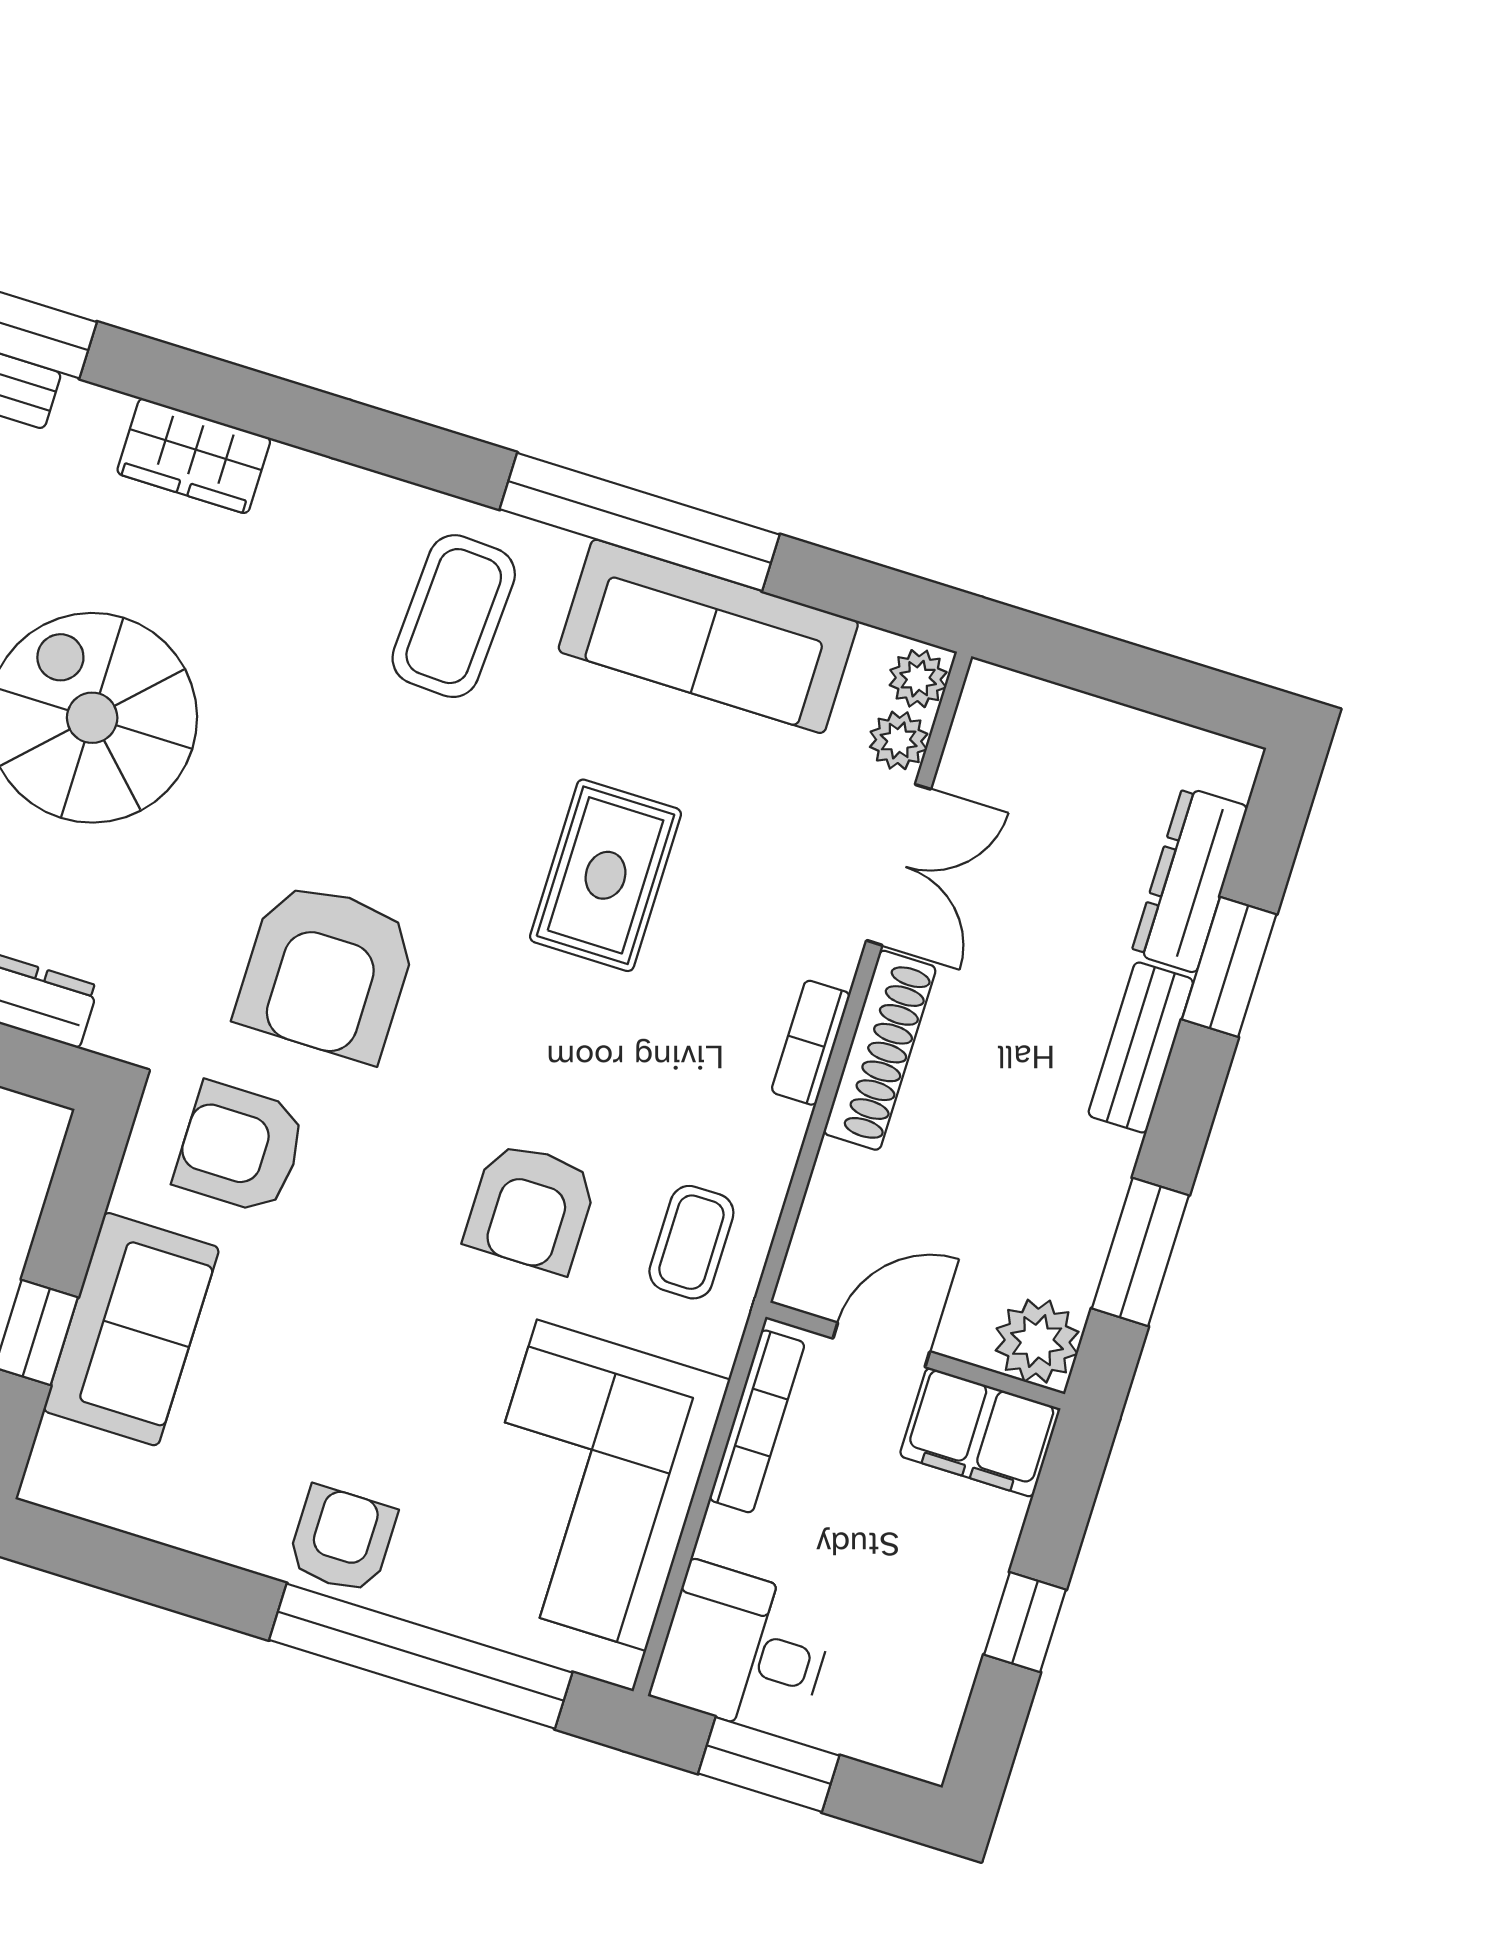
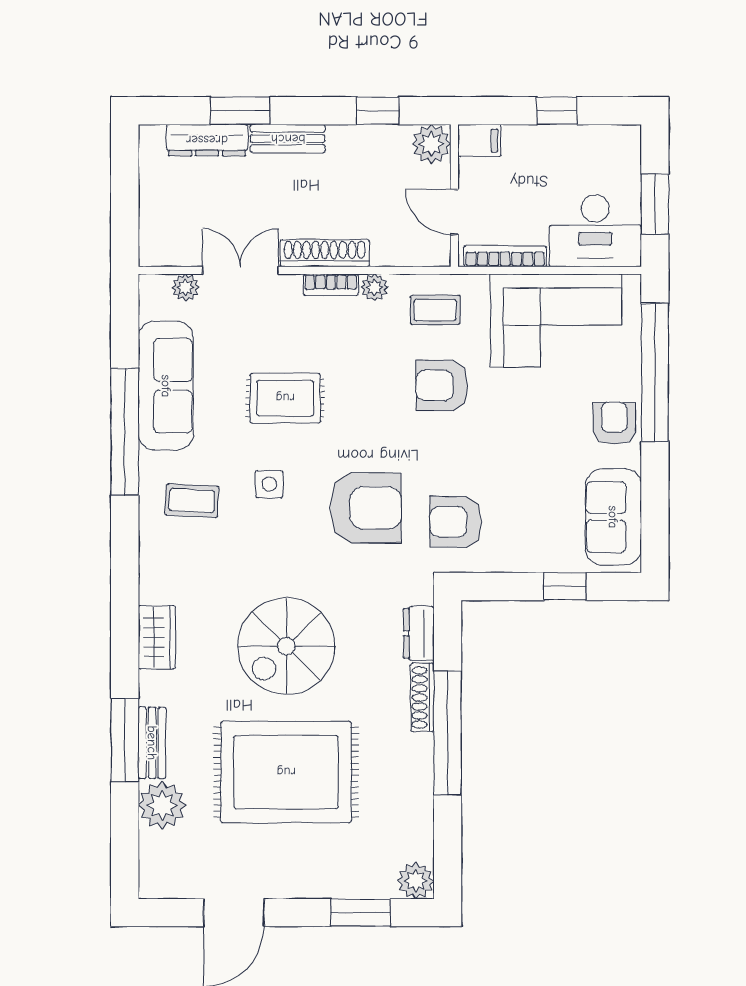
coffee table: (454, 616) -> (192, 501), width x0.73, depth x0.77
plant: (918, 679) -> (374, 287), moved
side table: (438, 787) -> (269, 484), added
armchair: (240, 1148) -> (456, 522), turned 90
armchair: (531, 1207) -> (442, 385), turned 180
window: (1140, 1252) -> (378, 111), width x0.67
sofa: (131, 1329) -> (613, 517), moved, turned -90
filing cabinet: (980, 1432) -> (479, 140), width x0.50
armchair: (342, 1540) -> (614, 423), turned 90
desk: (744, 1650) -> (595, 231), width x1.37

